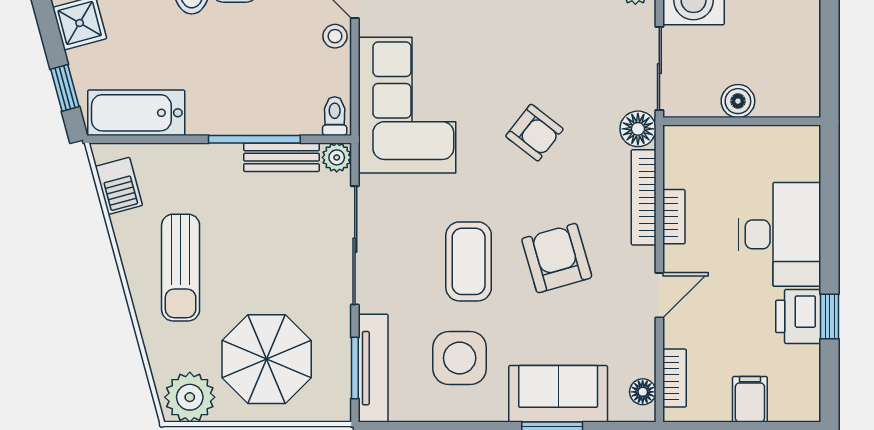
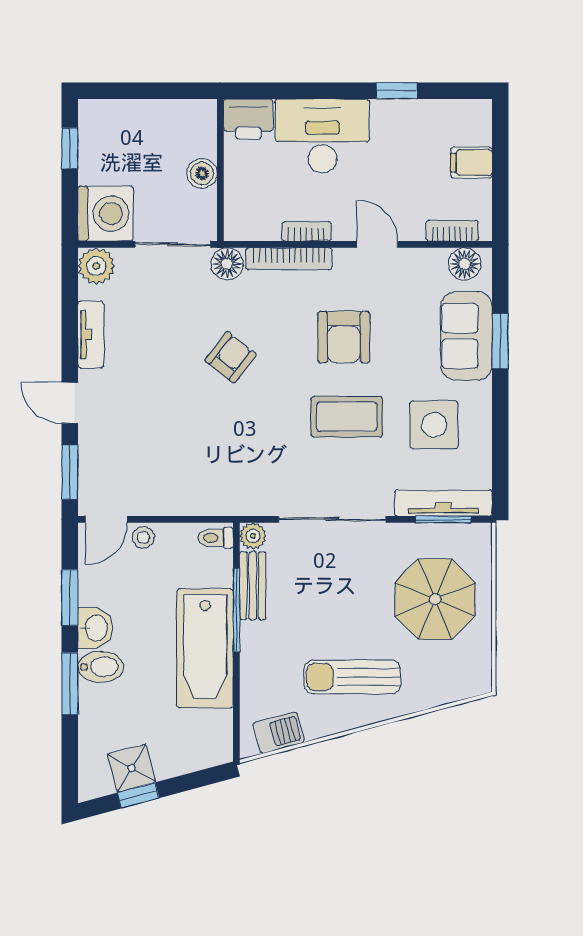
window: (65, 88) -> (138, 795), moved
corner sofa: (407, 105) -> (206, 472), removed
bathtub: (136, 113) -> (205, 648), moved, width x1.36, depth x1.36
armchair: (557, 258) -> (344, 337), turned -74
sun lounger: (181, 268) -> (352, 677), turned 180
printer: (798, 316) -> (248, 119), moved
floor lamp: (643, 392) -> (465, 264), width x1.37, depth x1.37
plant: (190, 397) -> (469, 669), removed

